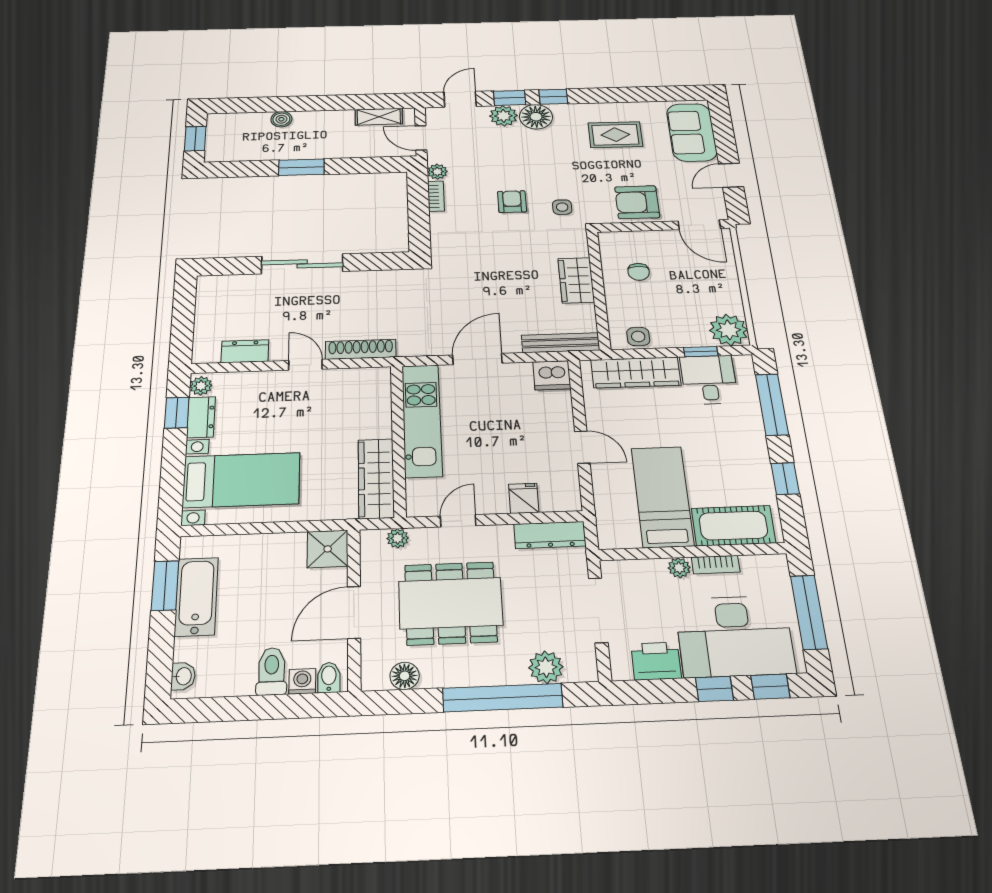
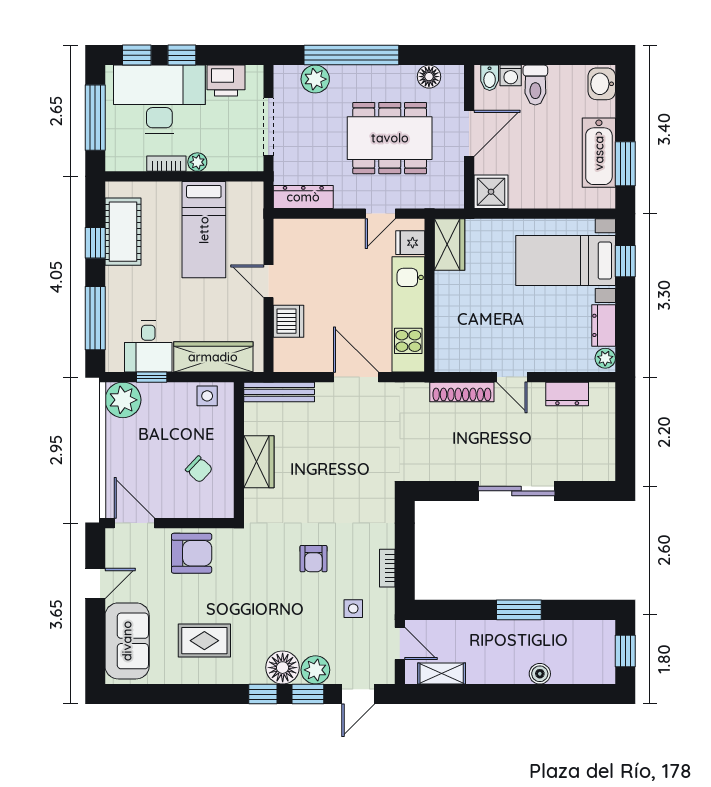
plant: (437, 172) -> (385, 599), removed
side table: (562, 207) -> (353, 609), moved
chair: (639, 272) -> (199, 469), turned 133
door: (477, 359) -> (356, 377), swing flipped
dishwasher: (552, 375) -> (289, 321), moved, turned 90
window: (177, 413) -> (625, 261), moved
wardrobe: (376, 478) -> (450, 245), width x0.67
fridge: (524, 498) -> (410, 243), moved, turned 90
cot: (733, 526) -> (123, 232), moved, turned 90
plant: (398, 538) -> (432, 199), removed
washbasin: (183, 676) -> (602, 84), width x1.38, depth x1.45

